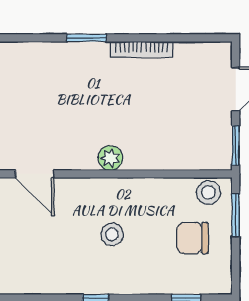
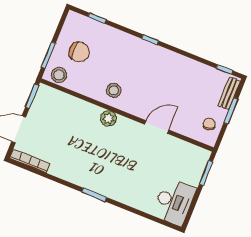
bookcase: (142, 49) -> (30, 161), moved
door: (35, 174) -> (157, 127), hinge flipped
stool: (112, 234) -> (114, 90), moved

